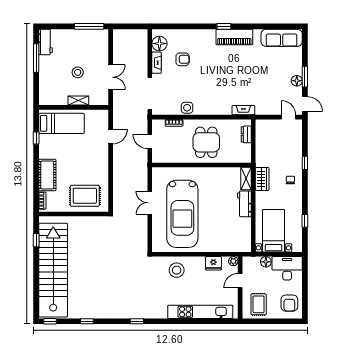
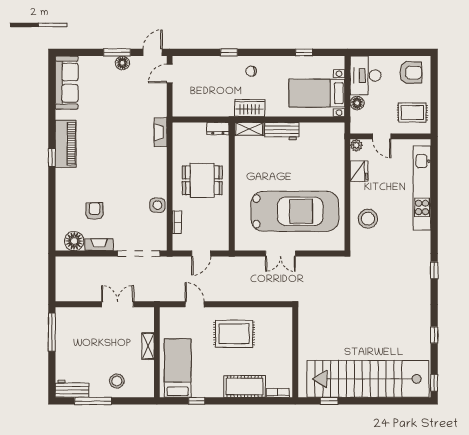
stool: (78, 72) -> (117, 381), moved
dresser: (246, 134) -> (218, 128), moved
rug: (85, 196) -> (234, 334), moved, turned 90

